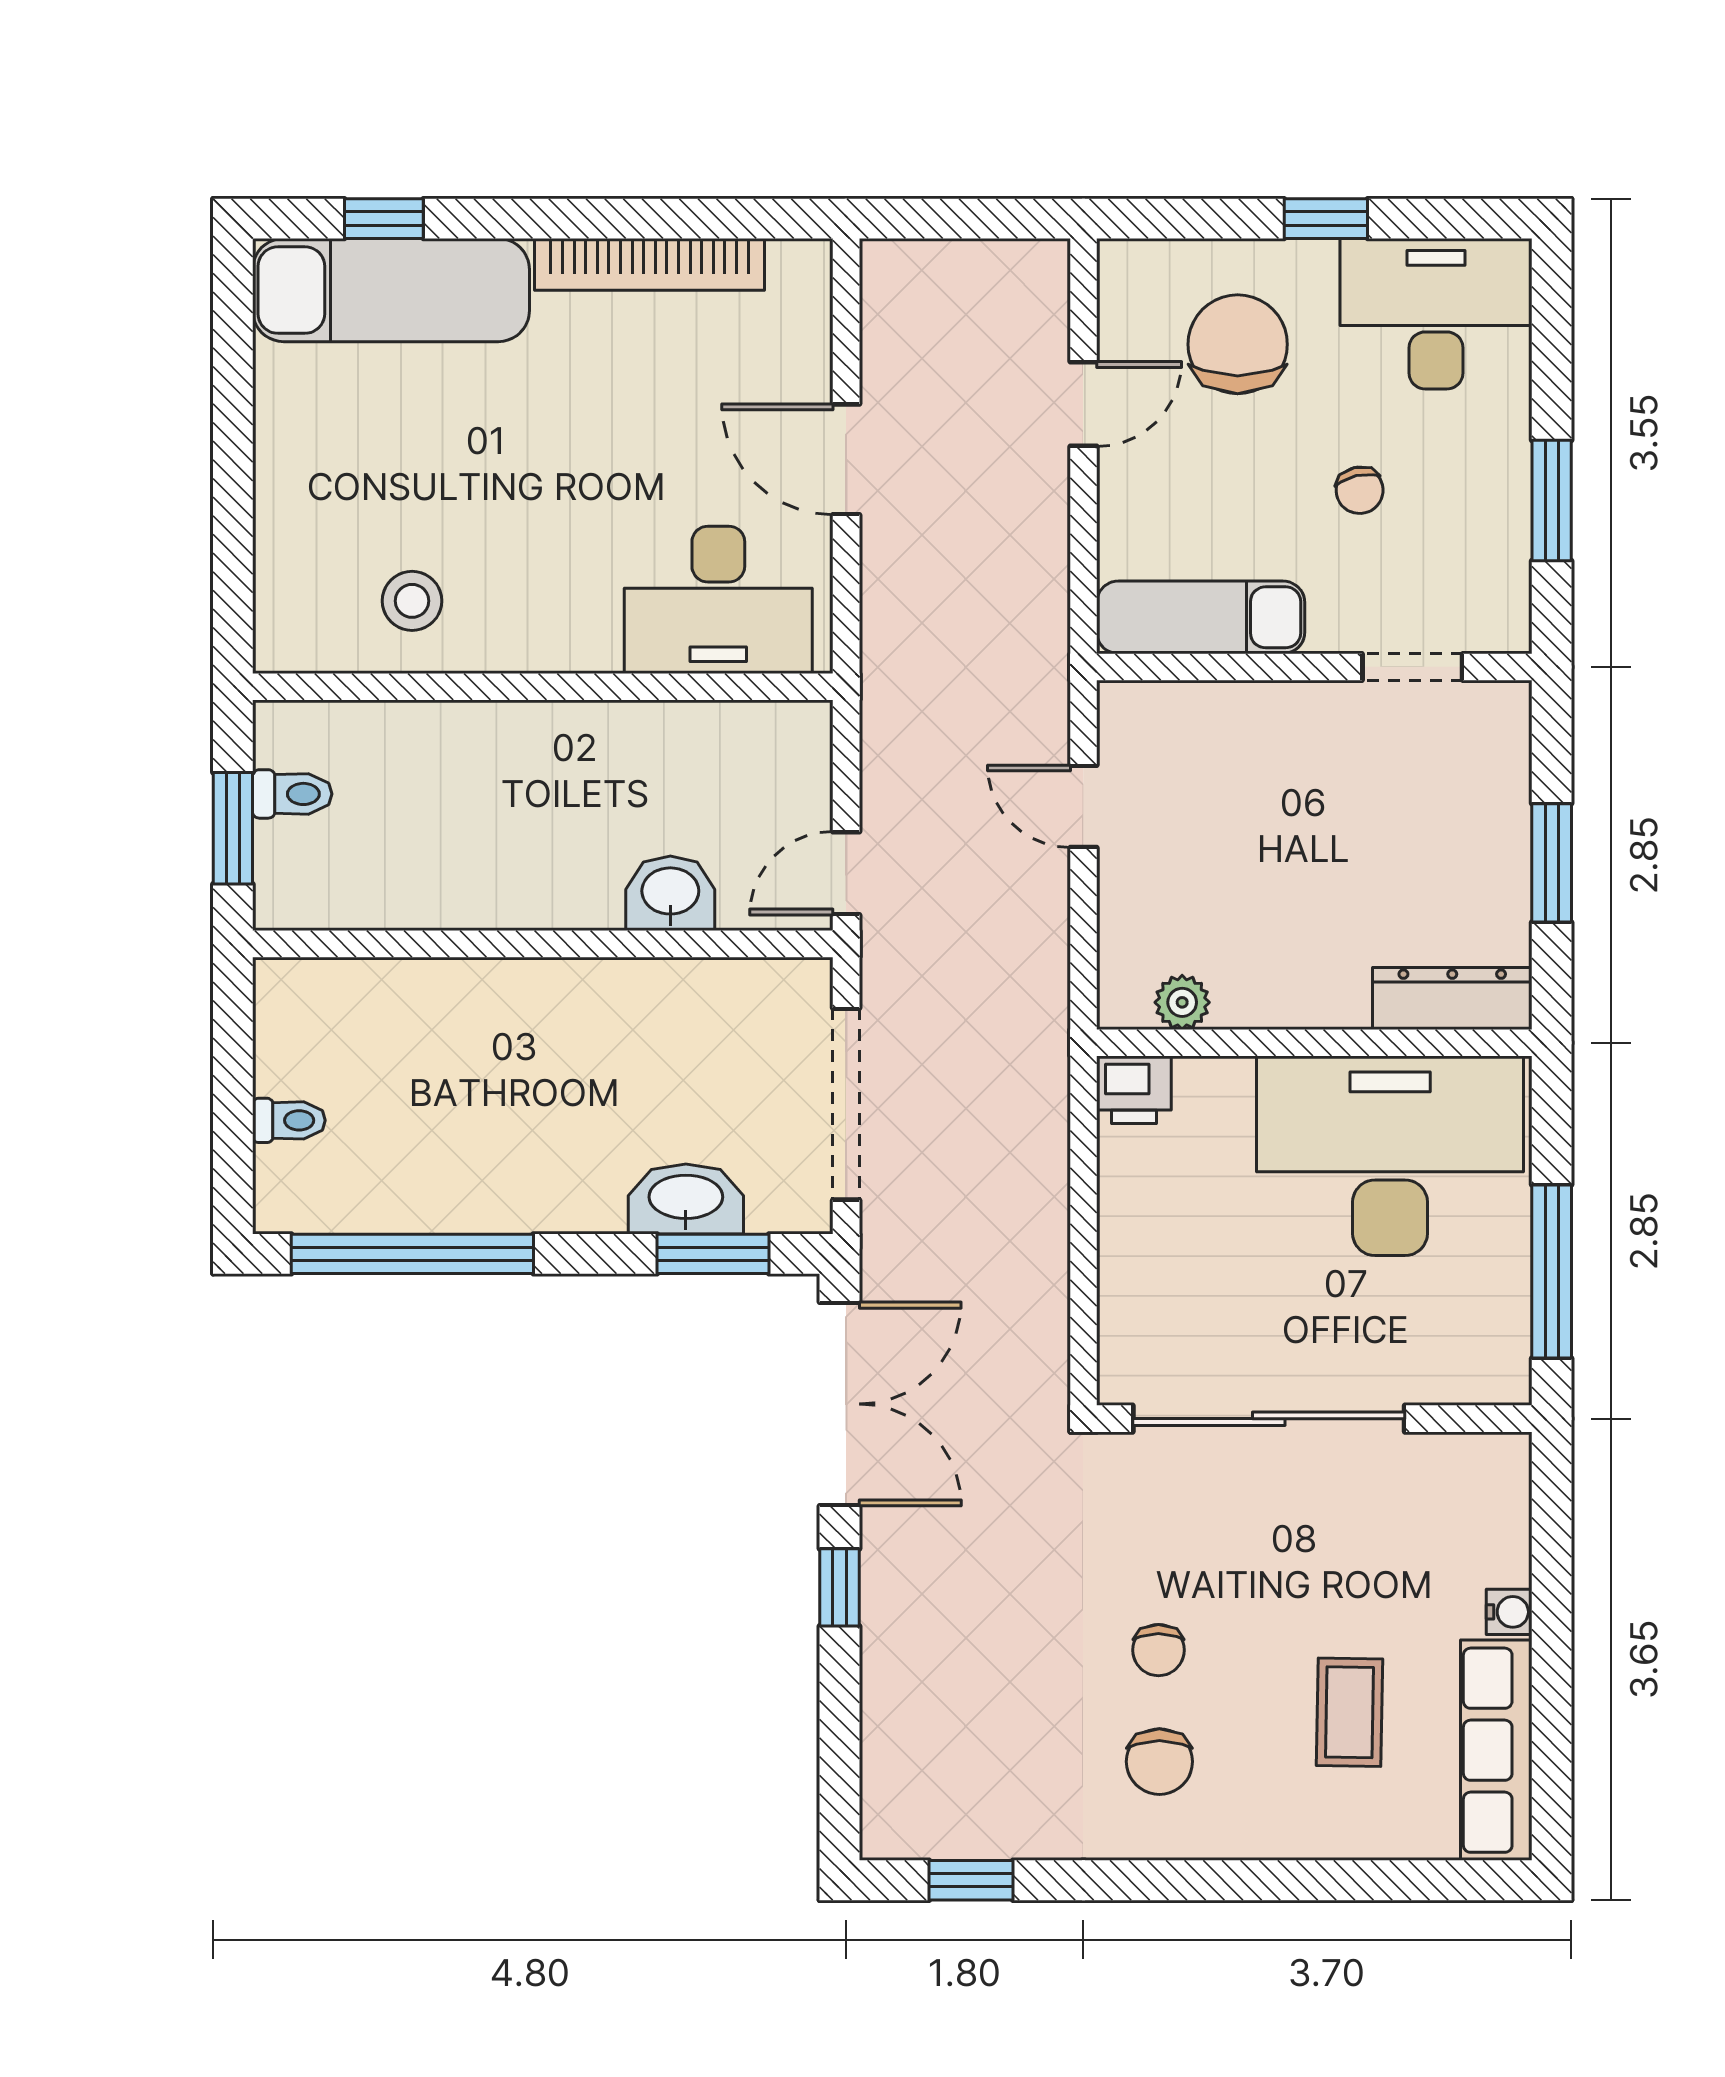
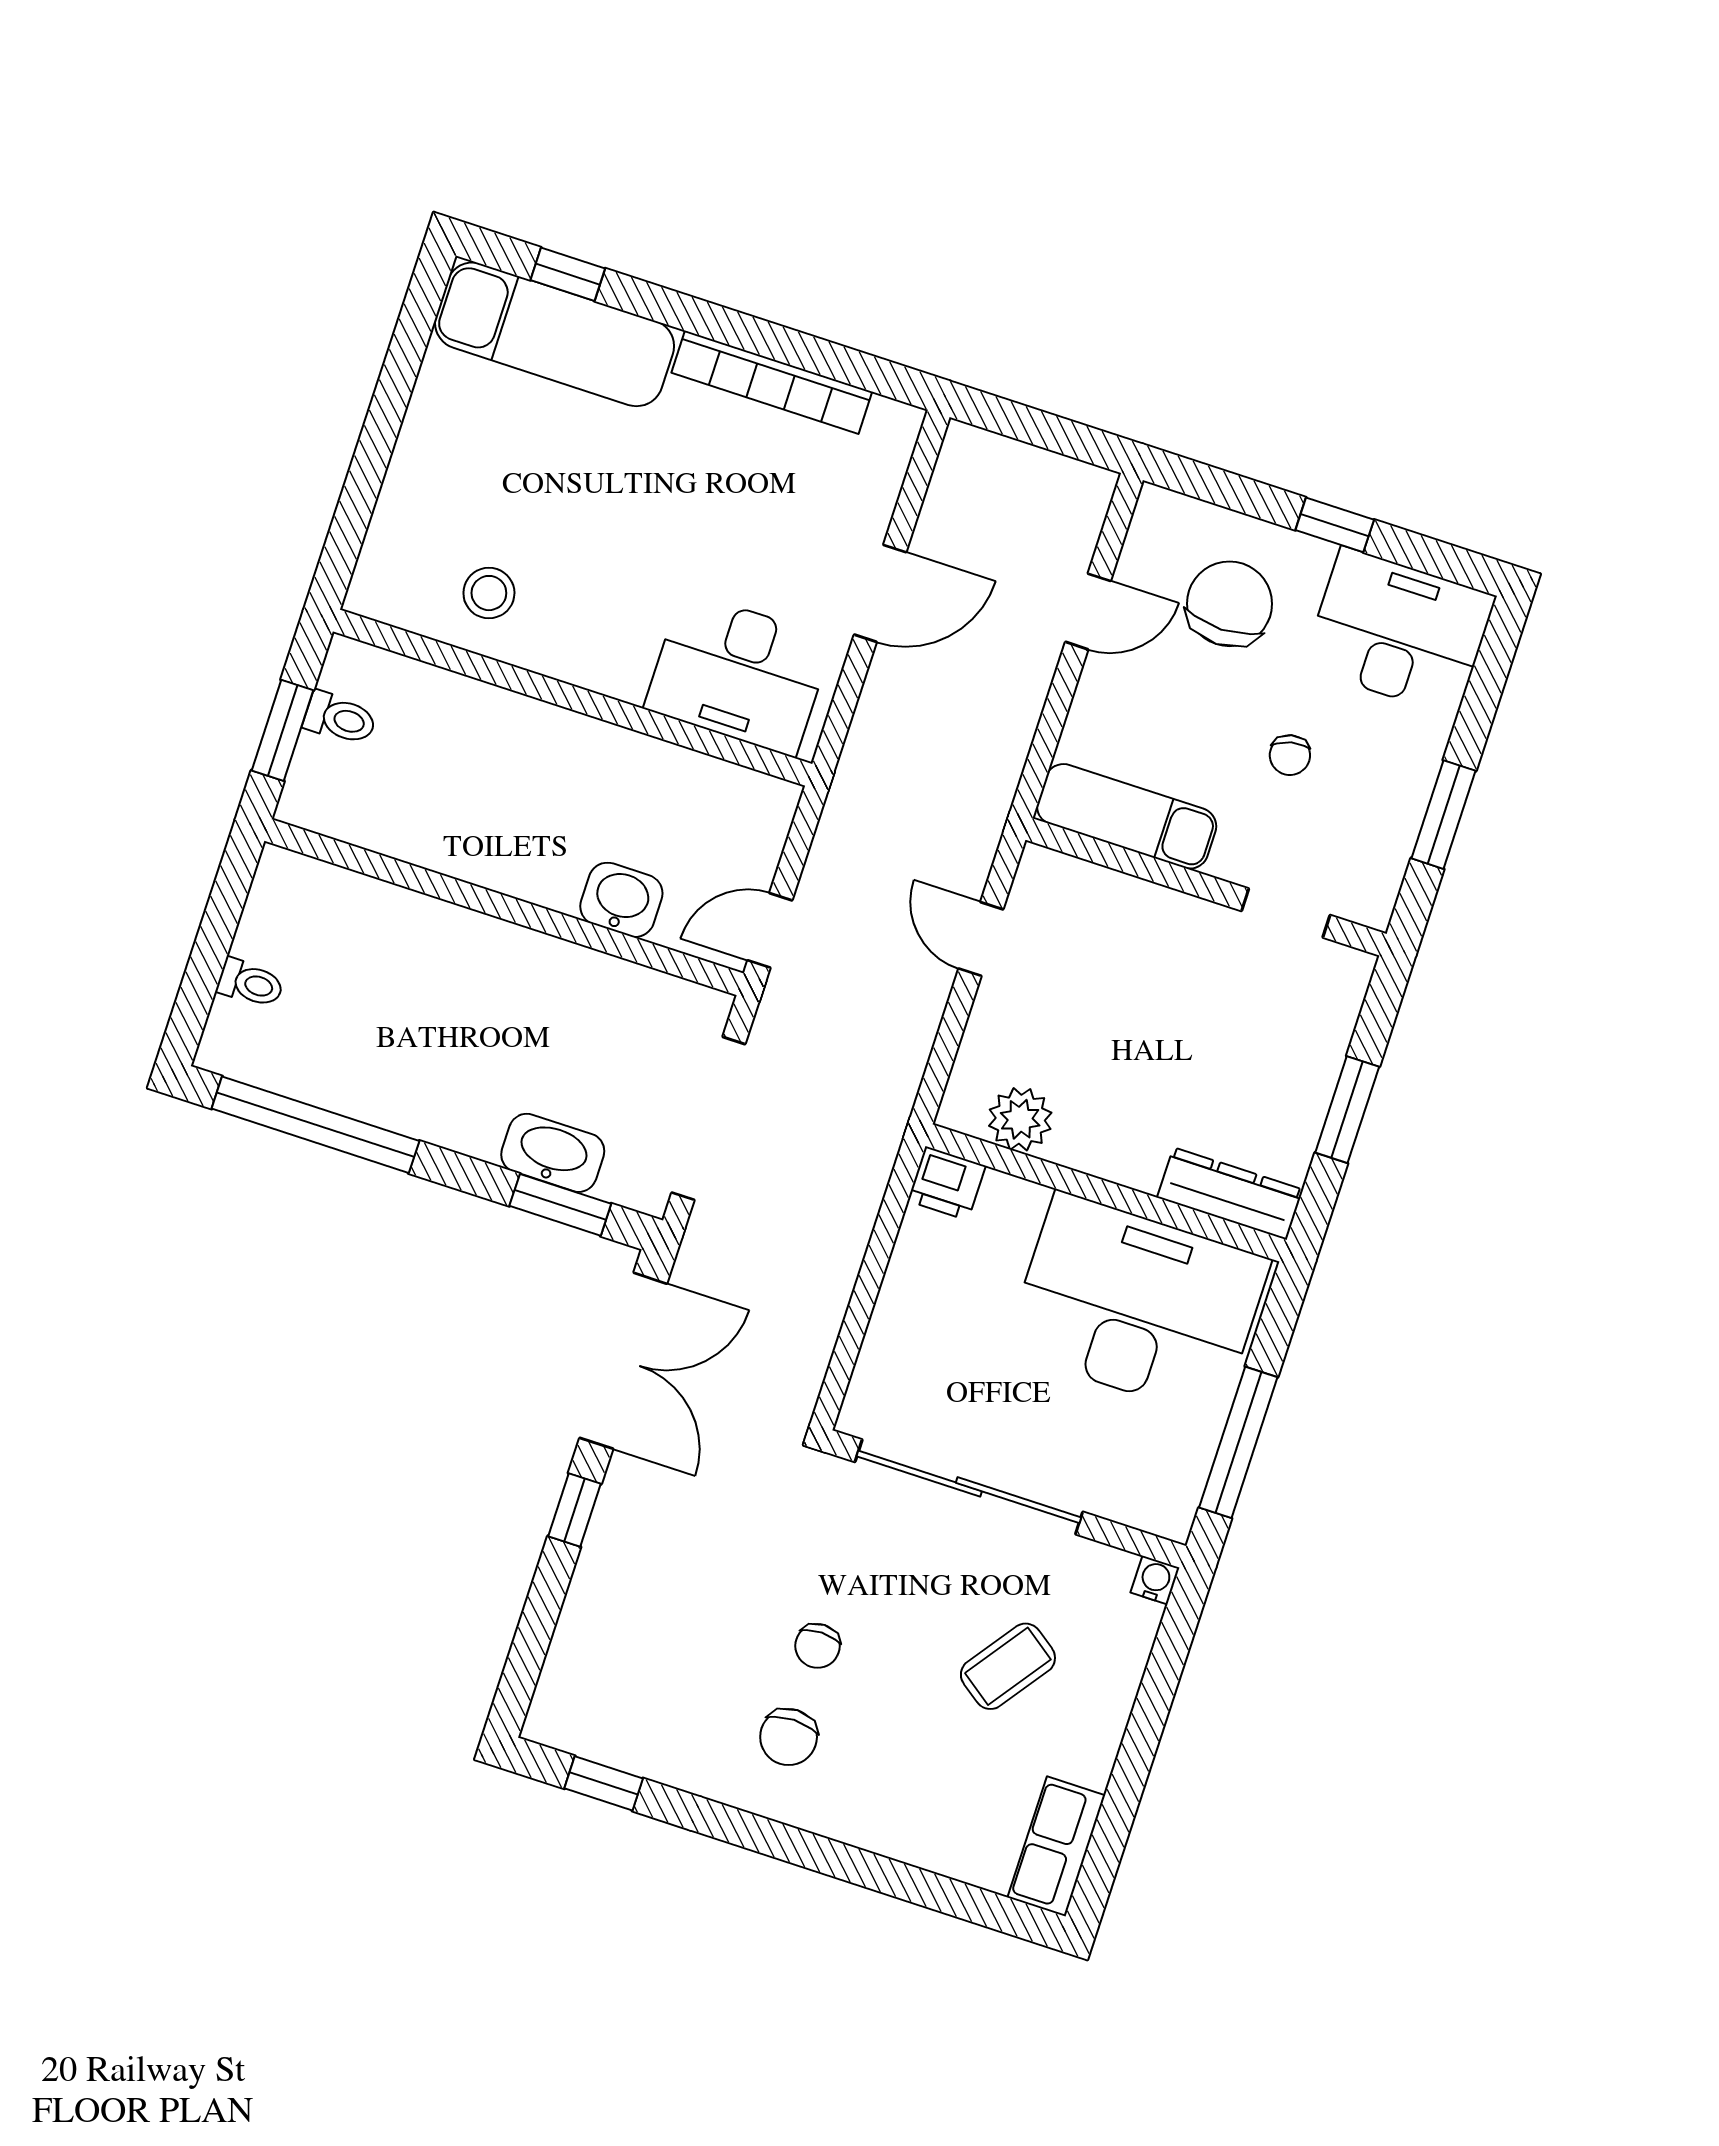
door: (846, 459) -> (880, 593), swing flipped
plant: (1182, 1002) -> (1020, 1119), width x1.38, depth x1.38
water cooler: (1509, 1612) -> (1155, 1580), moved, turned -90
coffee table: (1350, 1712) -> (1008, 1666), moved, turned 35
row of seats: (1496, 1750) -> (1056, 1846), width x0.68

